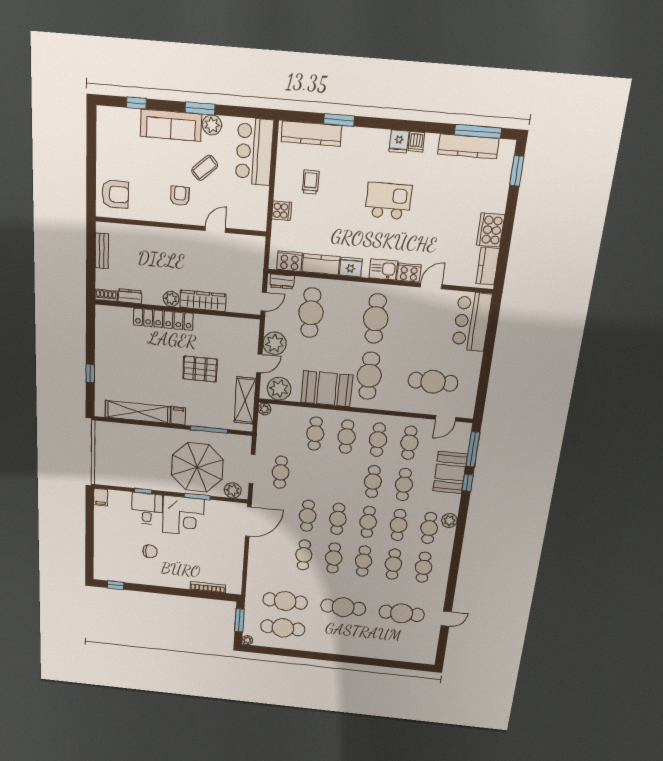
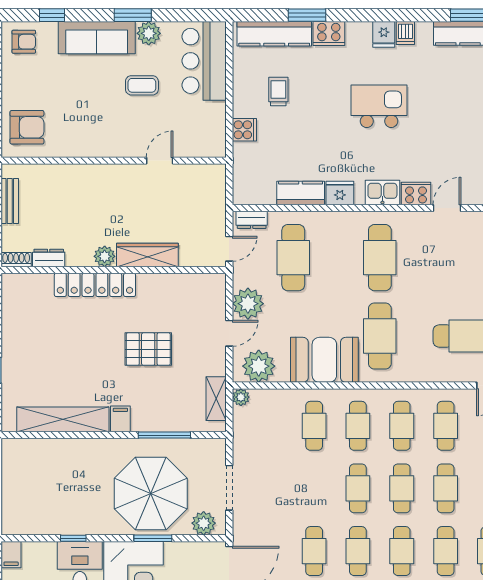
coffee table: (205, 168) -> (142, 85), turned 42
armchair: (180, 196) -> (24, 42), moved, turned 90
cooker: (290, 261) -> (329, 34), moved, turned 180
shelving: (245, 400) -> (216, 399), width x0.67, depth x0.75
cafe table: (281, 472) -> (358, 488), moved

